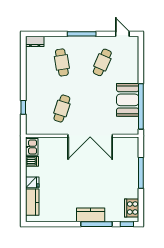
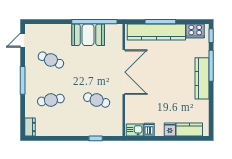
kitchen counter: (130, 169) -> (156, 32), added
kitchen counter: (91, 215) -> (202, 78), width x1.50

